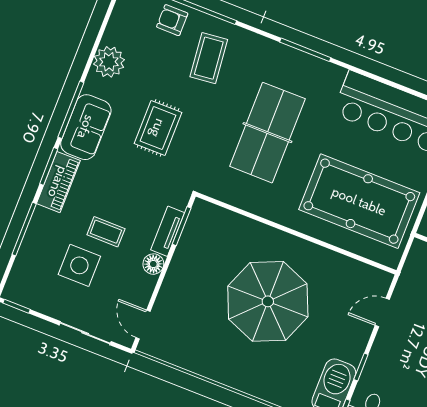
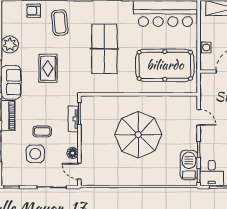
floor lamp: (153, 264) -> (73, 153), moved
door: (382, 312) -> (199, 117), swing flipped

